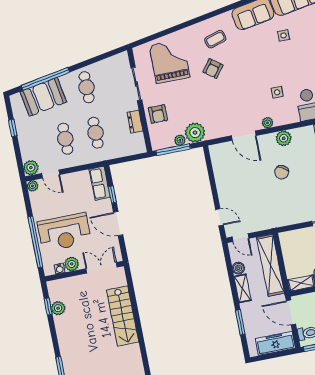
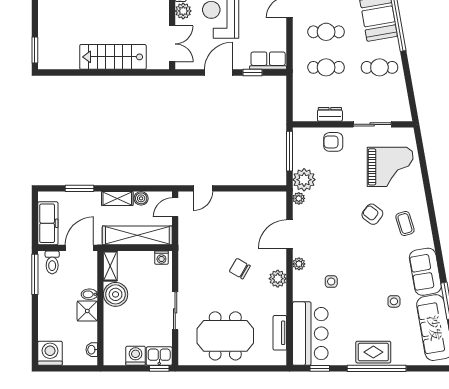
plant: (180, 140) -> (299, 198), moved
washing machine: (285, 241) -> (161, 258), added

